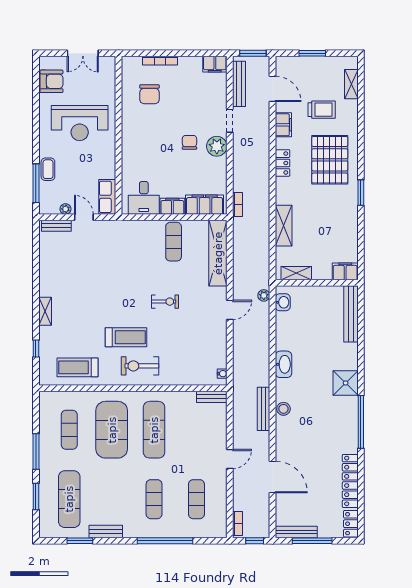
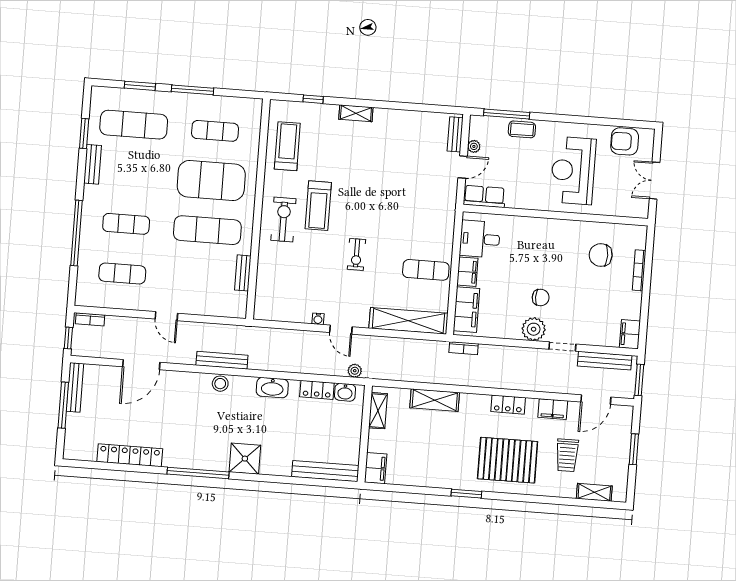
armchair: (51, 81) -> (625, 141), turned 90
water cooler: (222, 374) -> (318, 319), moved
bench: (212, 397) -> (243, 273), moved
locker: (351, 524) -> (317, 390), moved, turned 180

